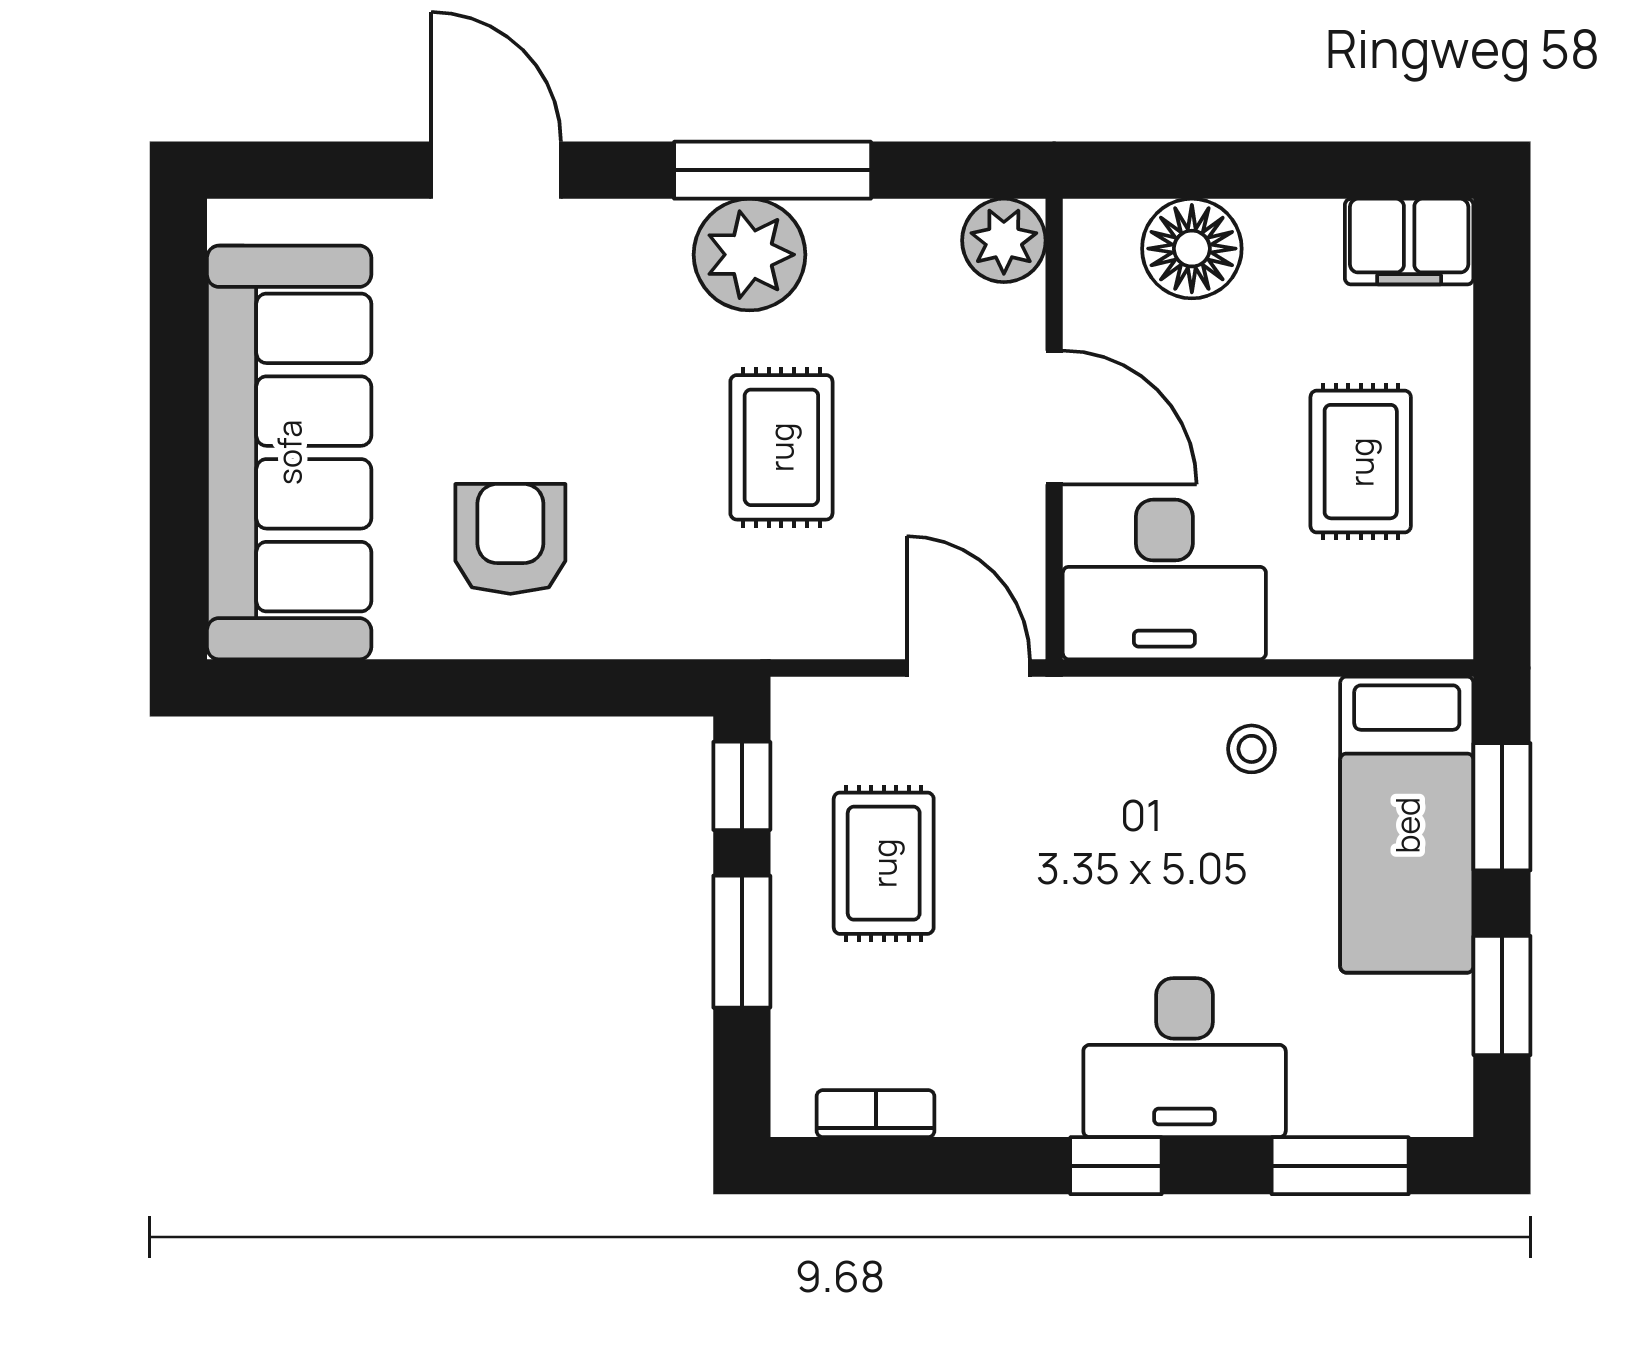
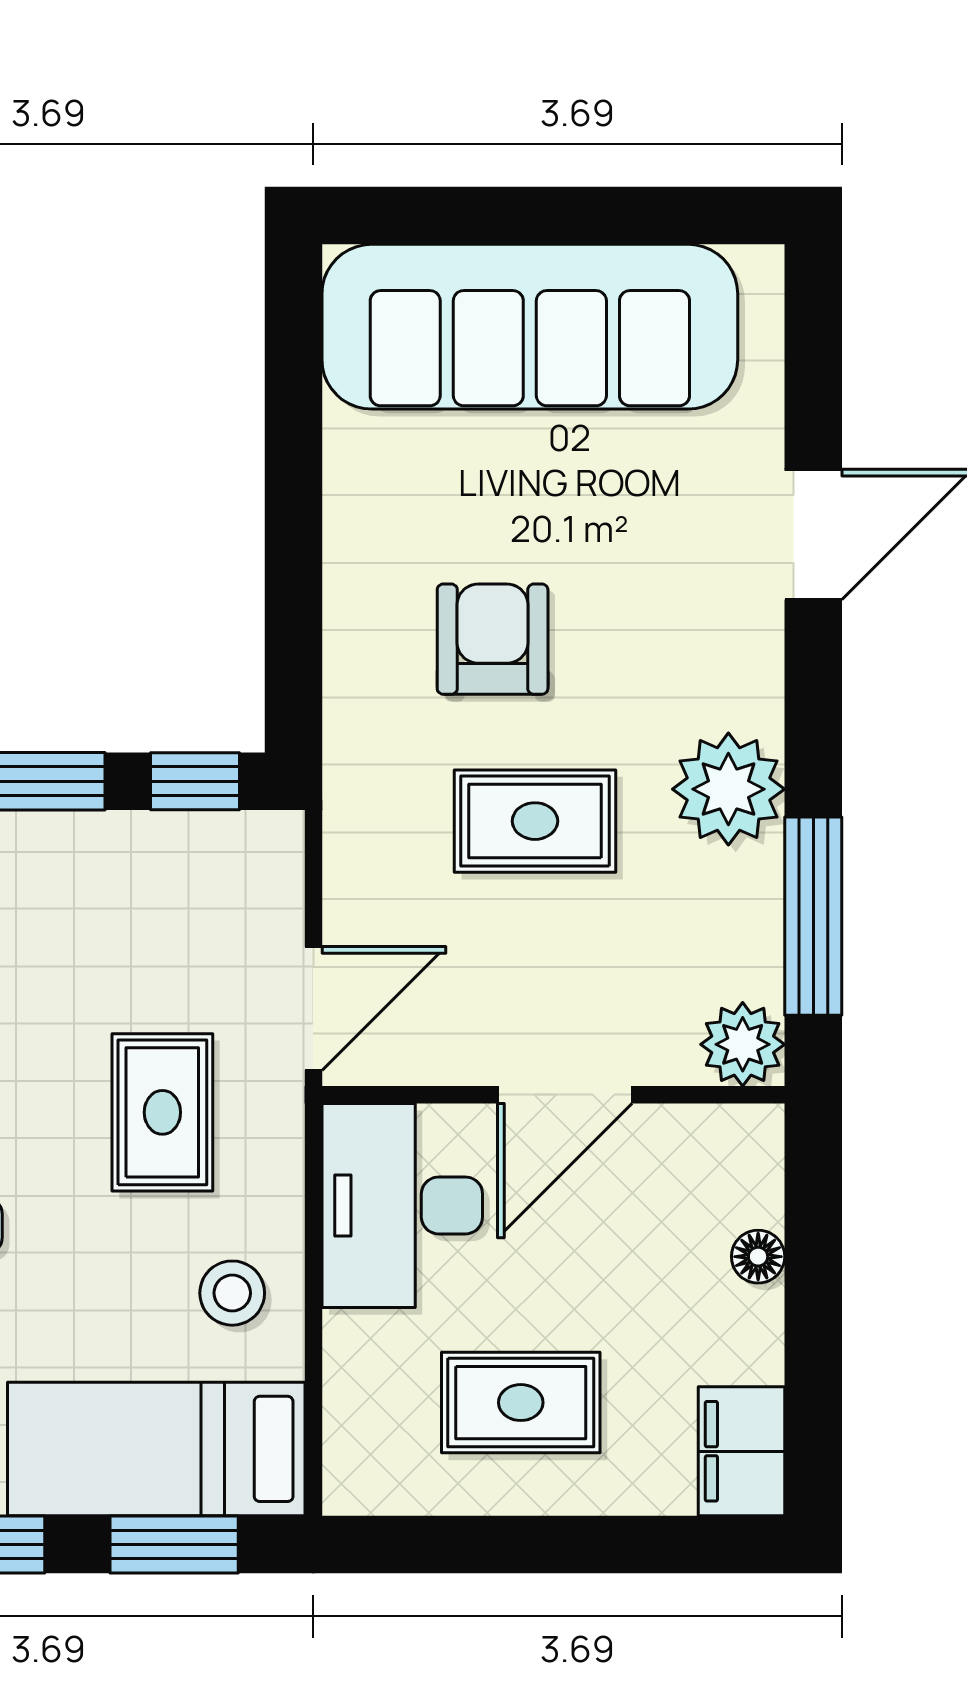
window: (773, 170) -> (813, 916), moved
floor lamp: (1192, 249) -> (758, 1257), width x0.53, depth x0.53
armchair: (510, 539) -> (493, 639), moved, turned -90
stool: (1252, 749) -> (232, 1293), width x1.37, depth x1.37
rug: (884, 863) -> (162, 1112), moved, turned 90

